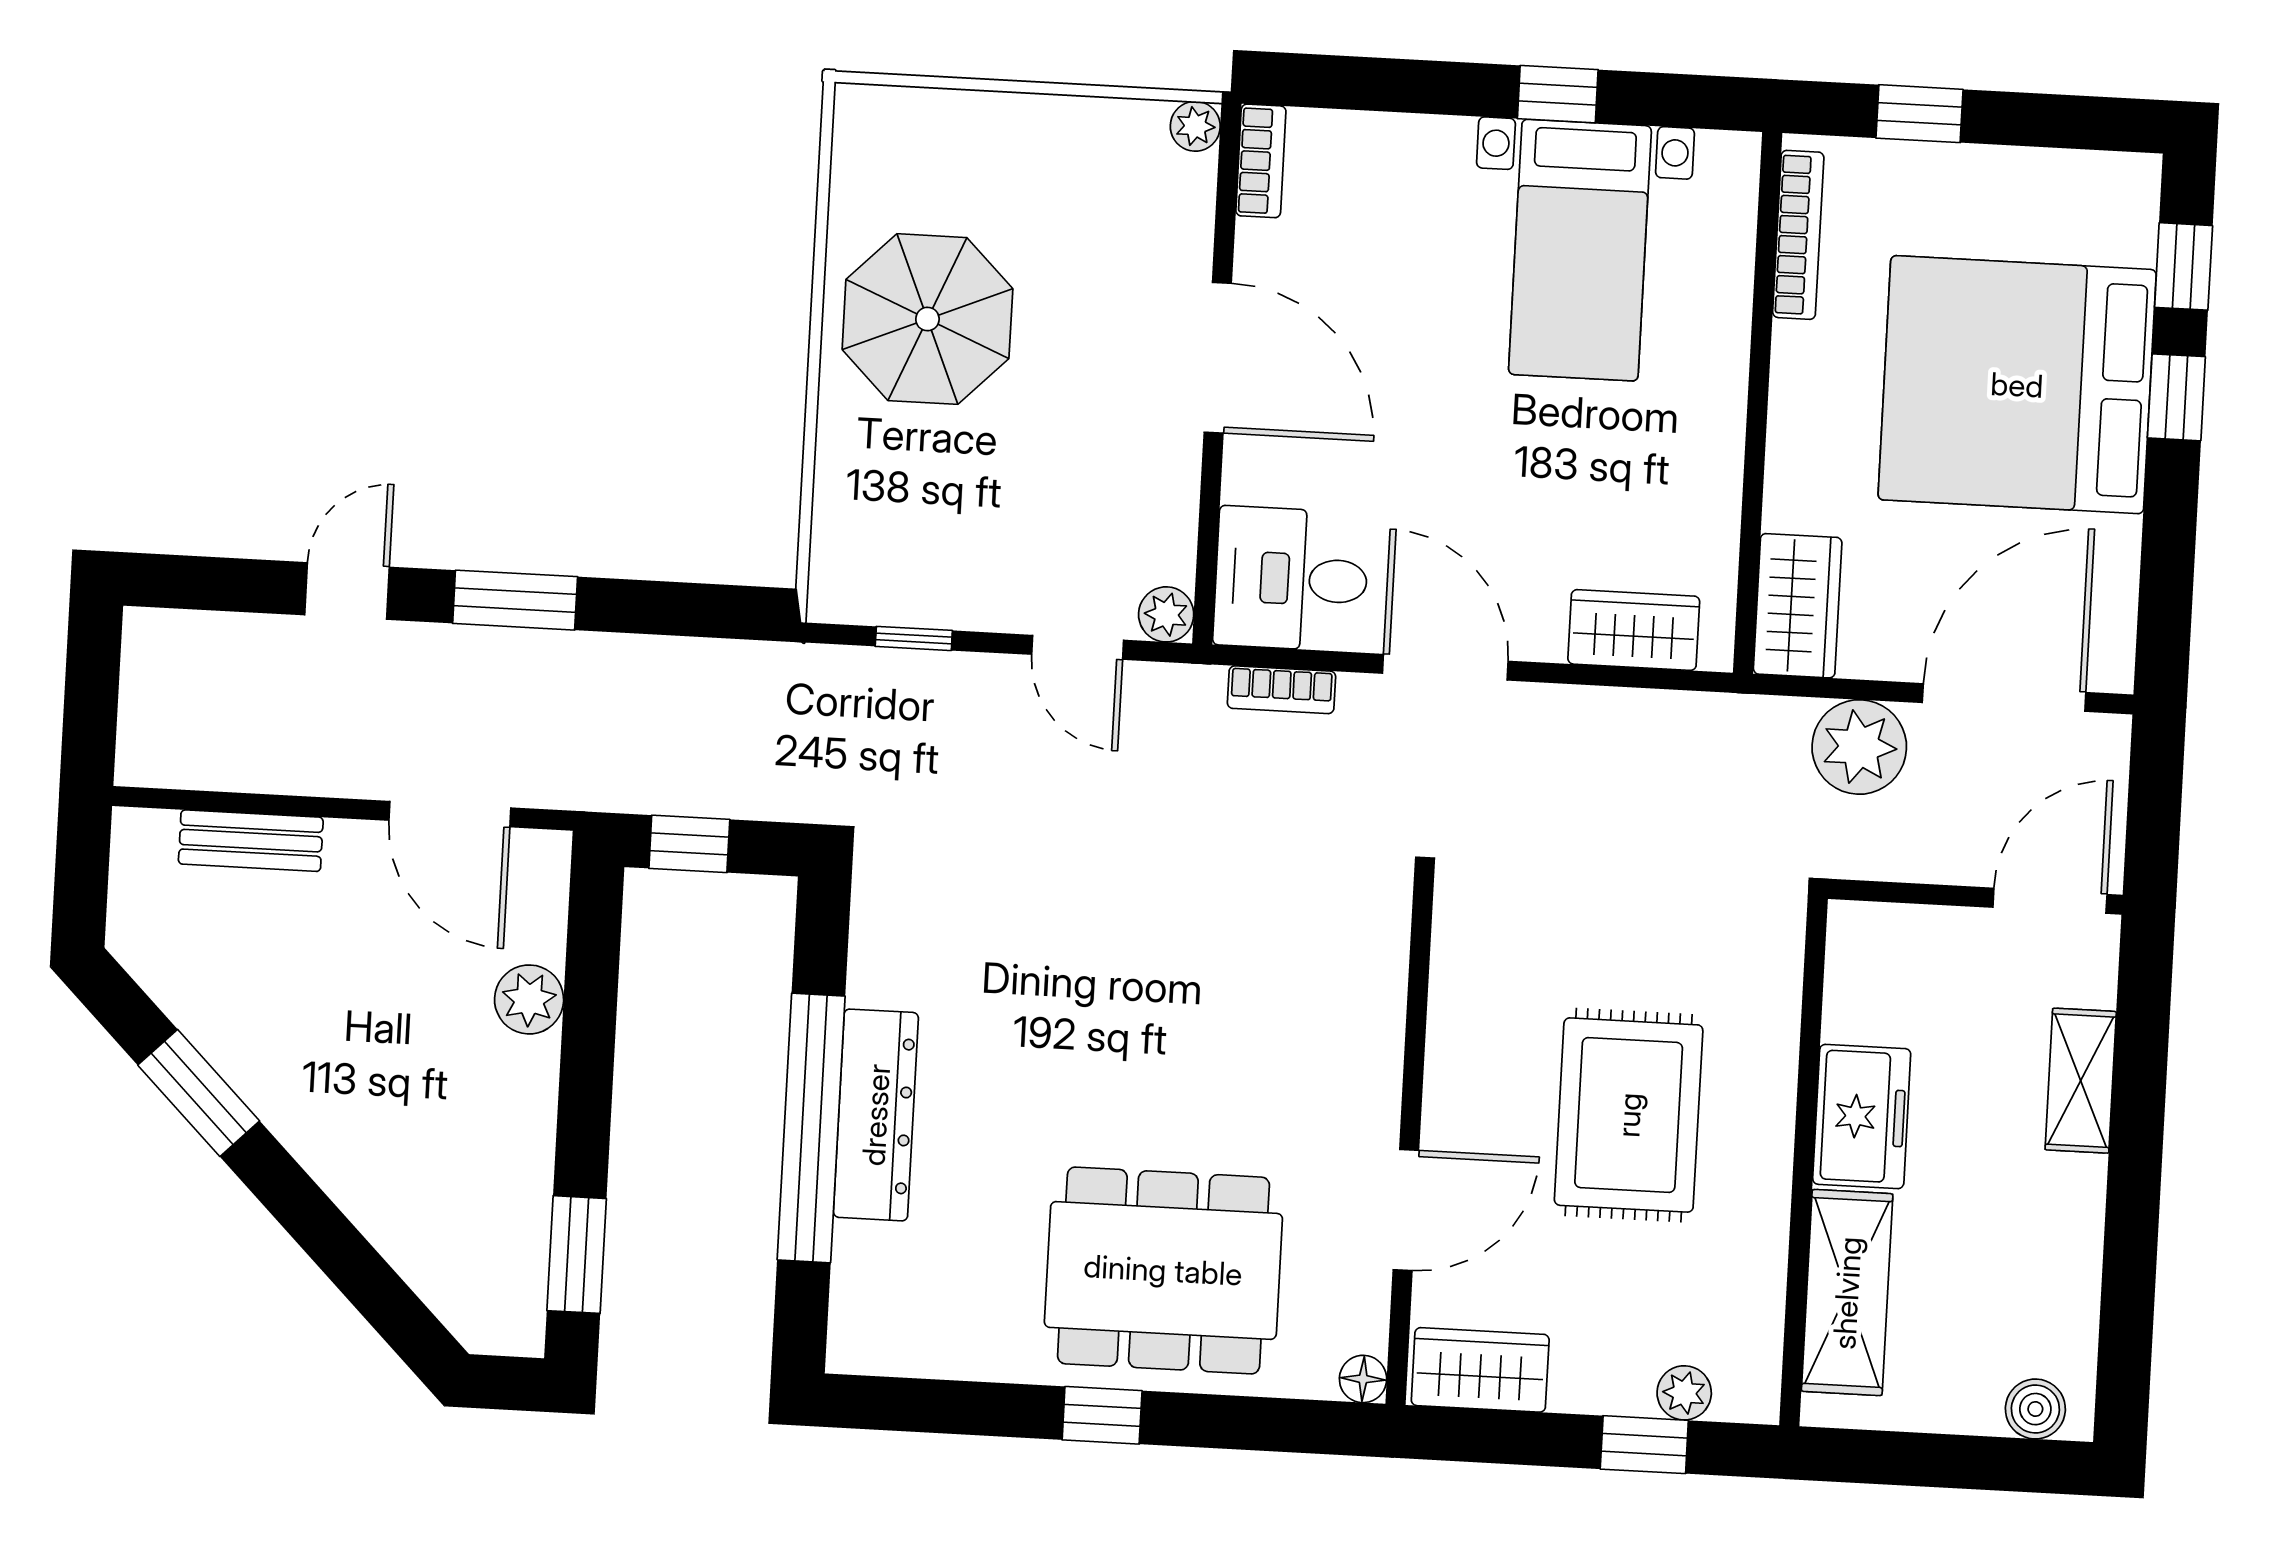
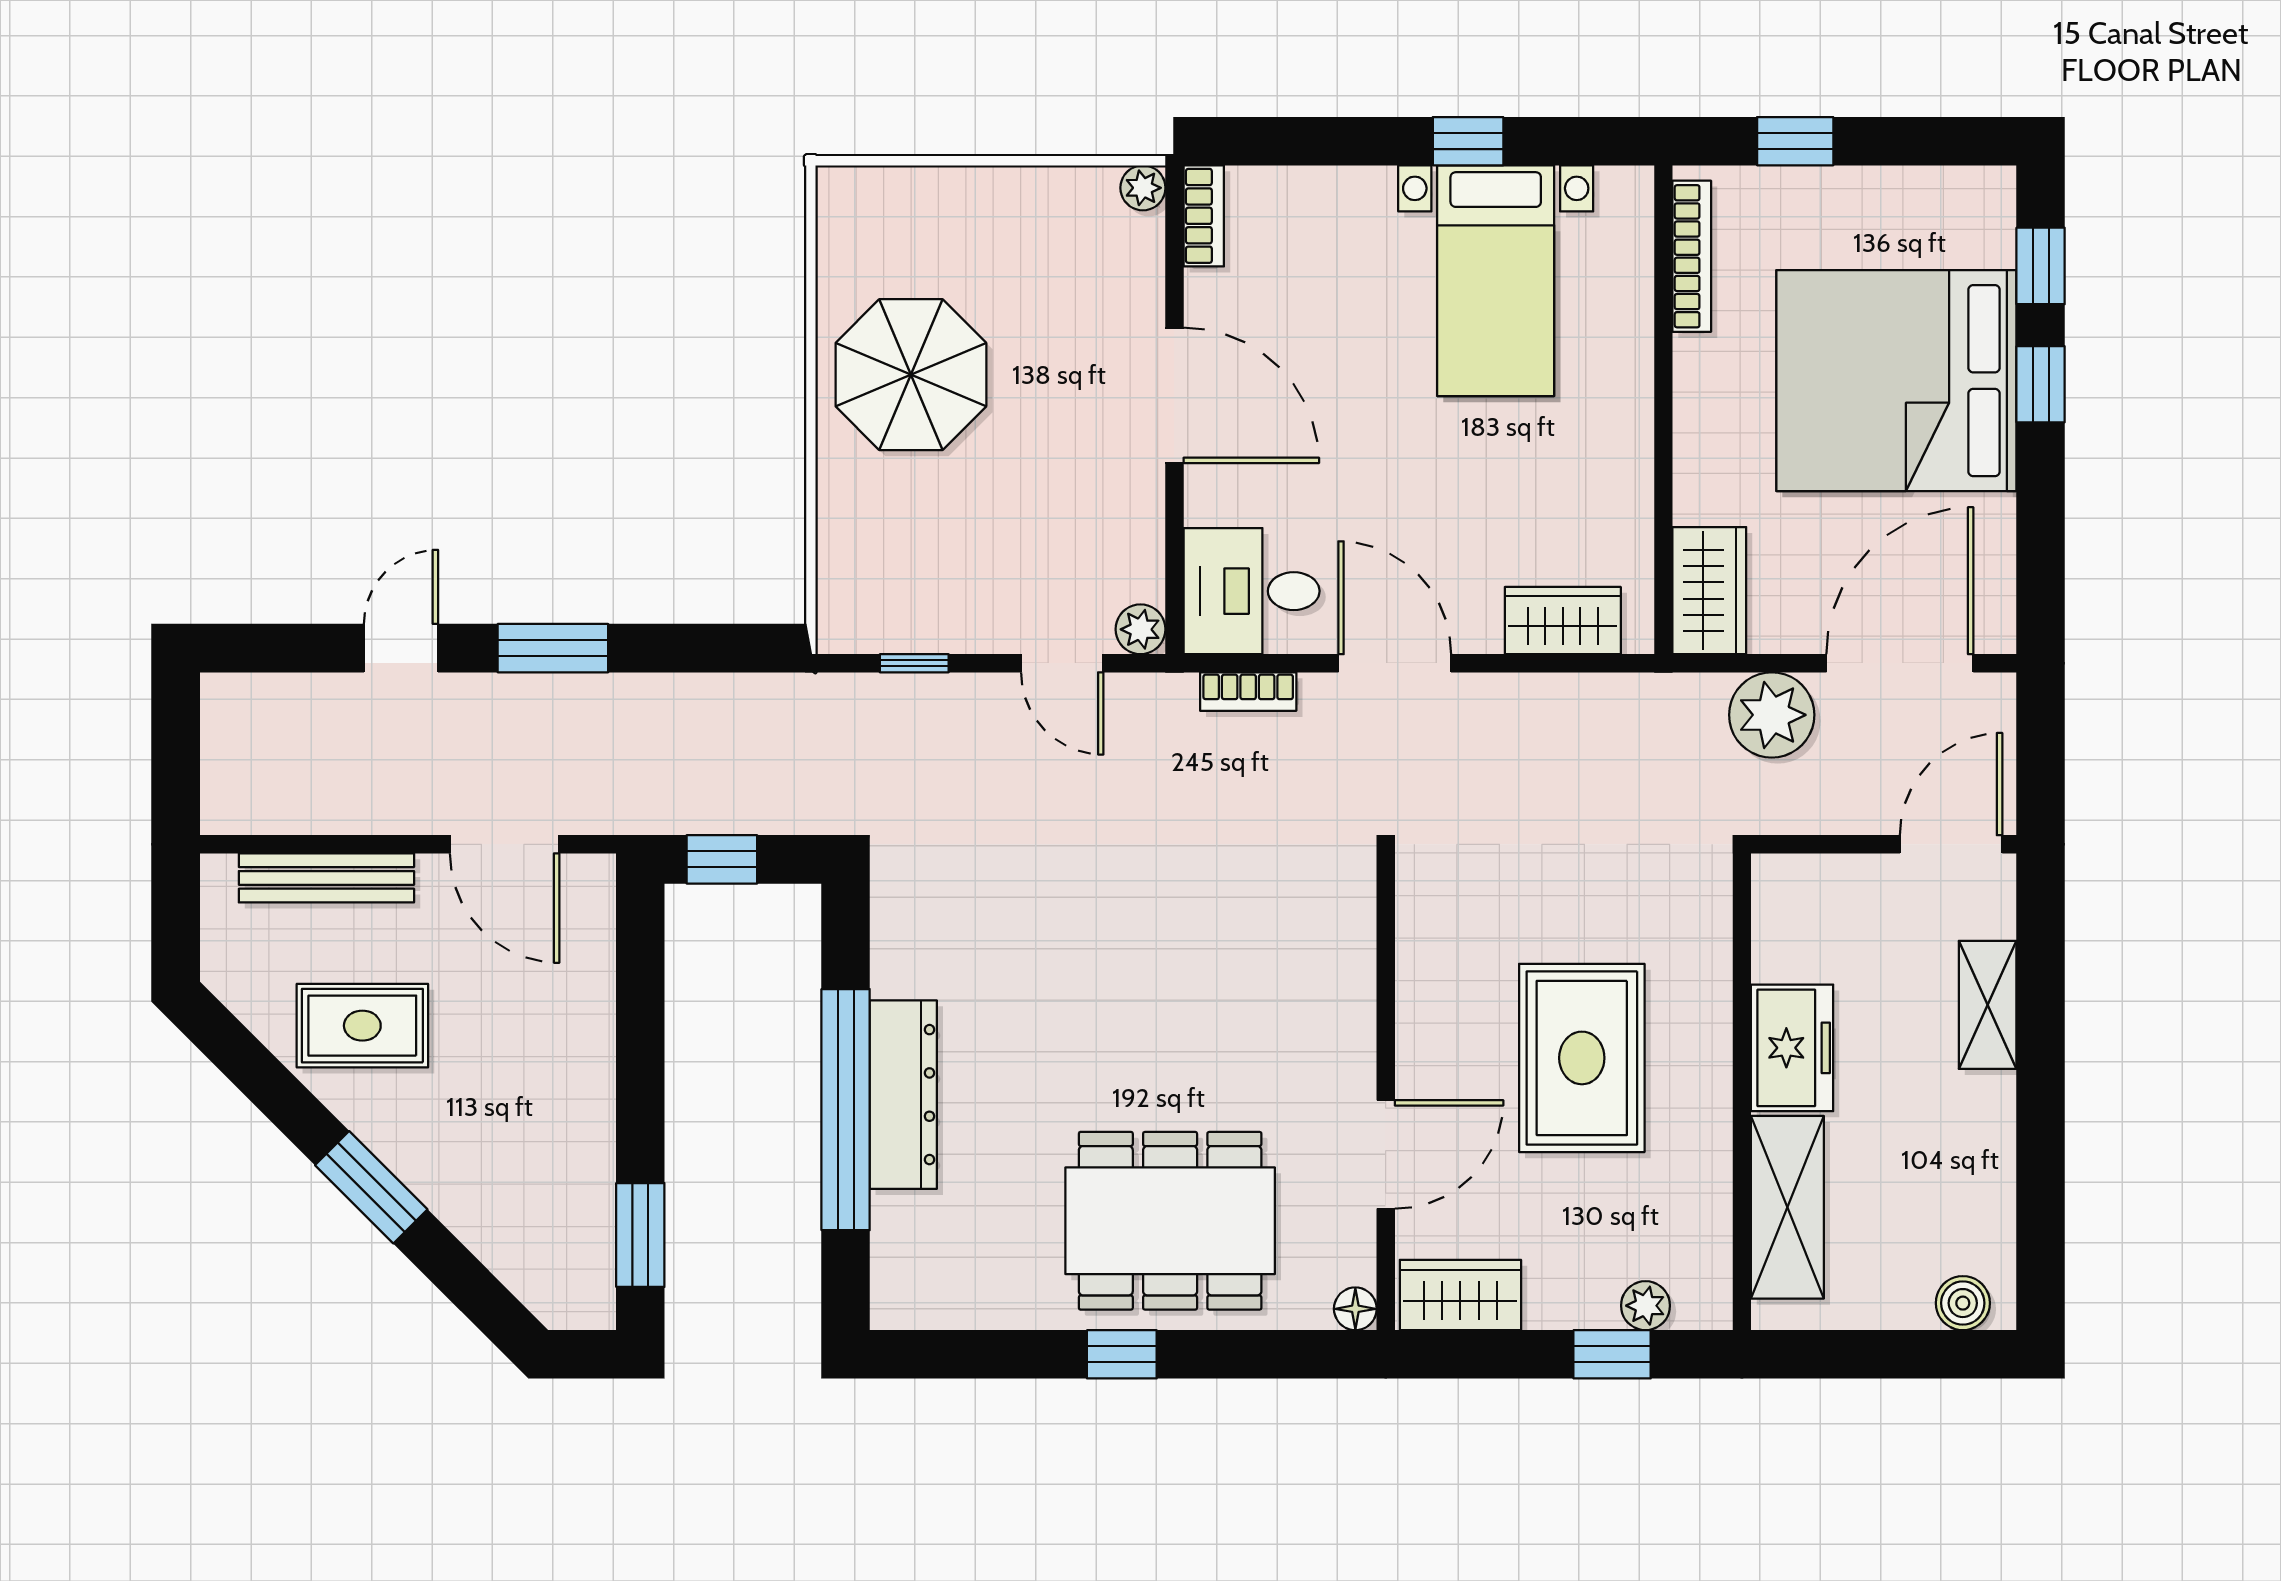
bench: (251, 841) -> (326, 878), width x1.36
plant: (529, 999) -> (585, 1007), removed
rug: (282, 1006) -> (362, 1026), added
window: (199, 1093) -> (371, 1187), moved

